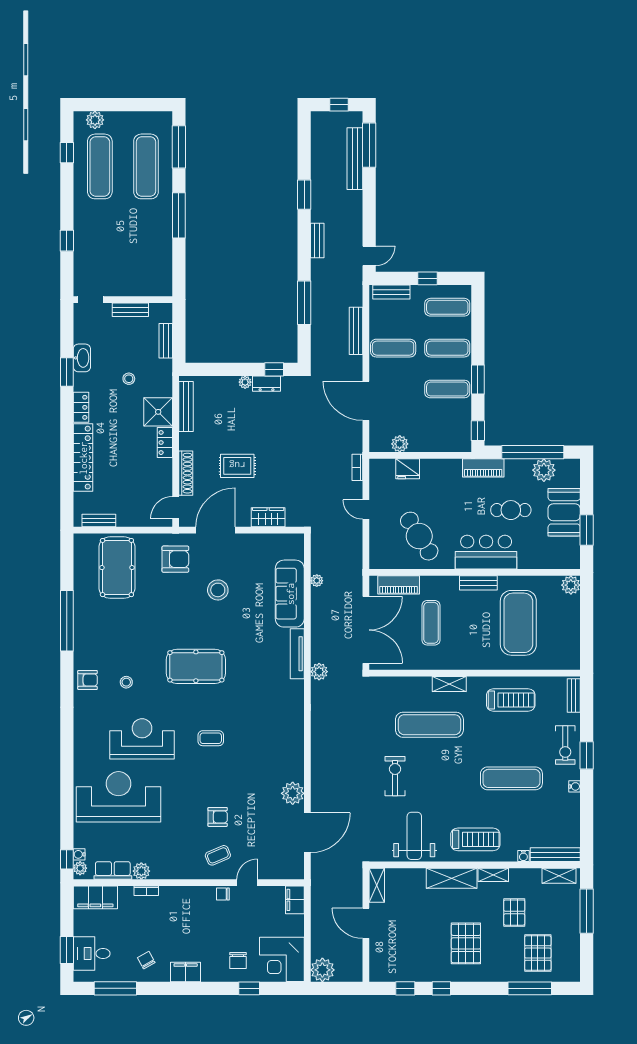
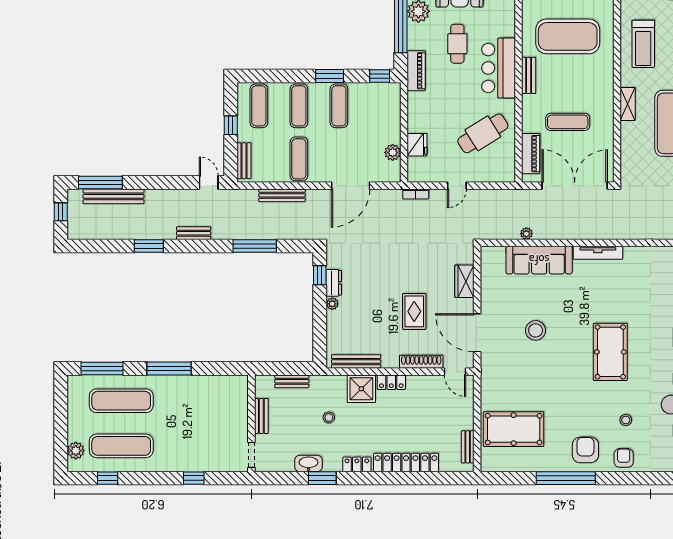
armchair: (175, 559) -> (585, 450), moved
plant: (319, 672) -> (615, 231), removed
treadmill: (511, 700) -> (643, 44), turned 180

